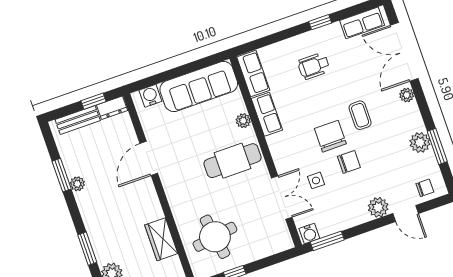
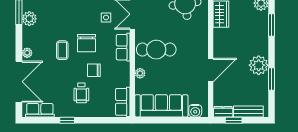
wheelchair: (314, 66) -> (81, 93), turned 90
row of seats: (267, 114) -> (123, 47), moved
chair: (349, 162) -> (94, 70), moved
plant: (77, 184) -> (259, 65), width x1.87, depth x1.87

